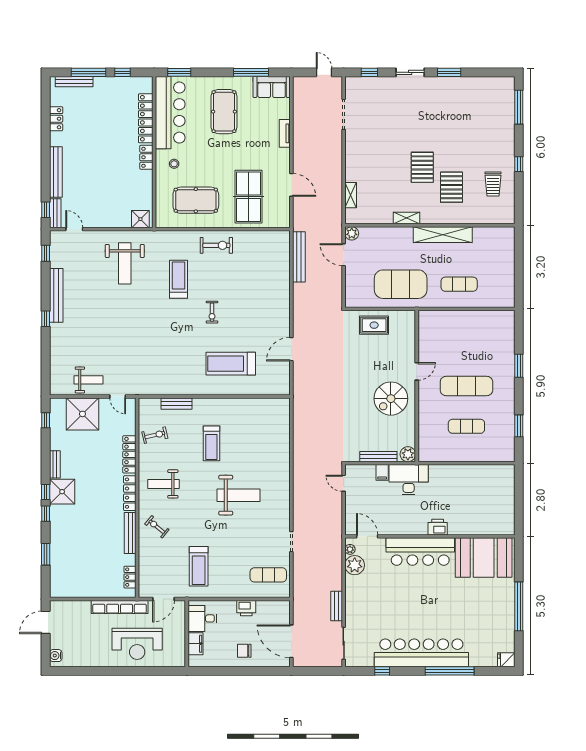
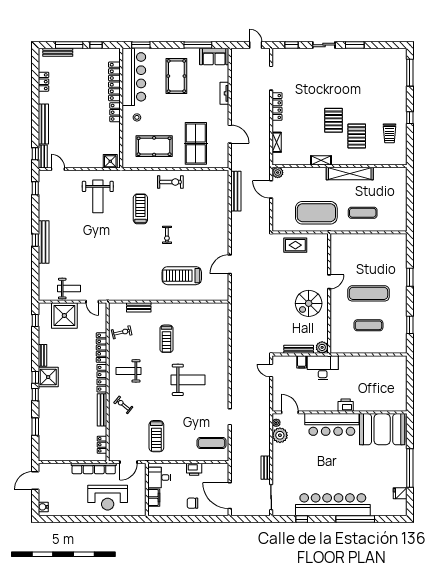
locker: (351, 150) -> (277, 106), added
bench: (56, 295) -> (44, 242), moved
fridge: (506, 660) -> (400, 493), moved

